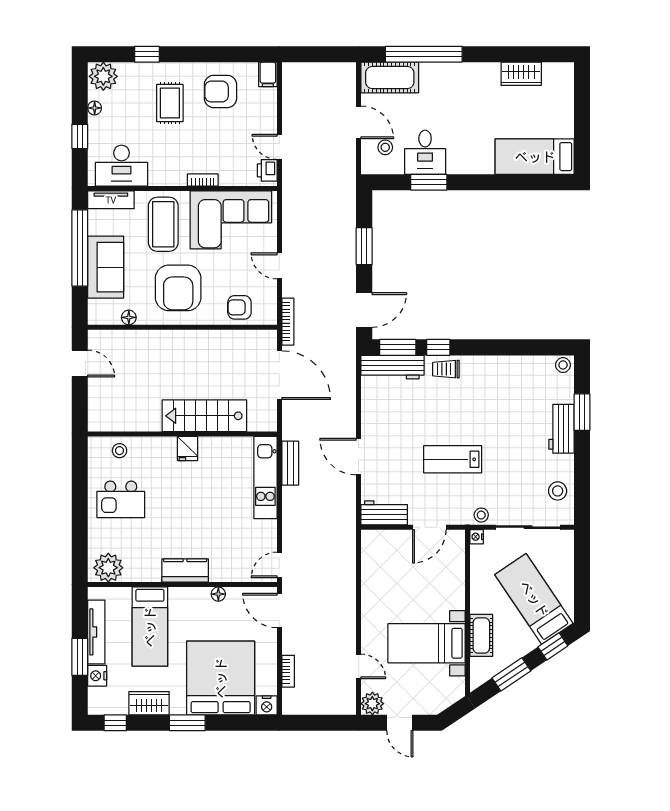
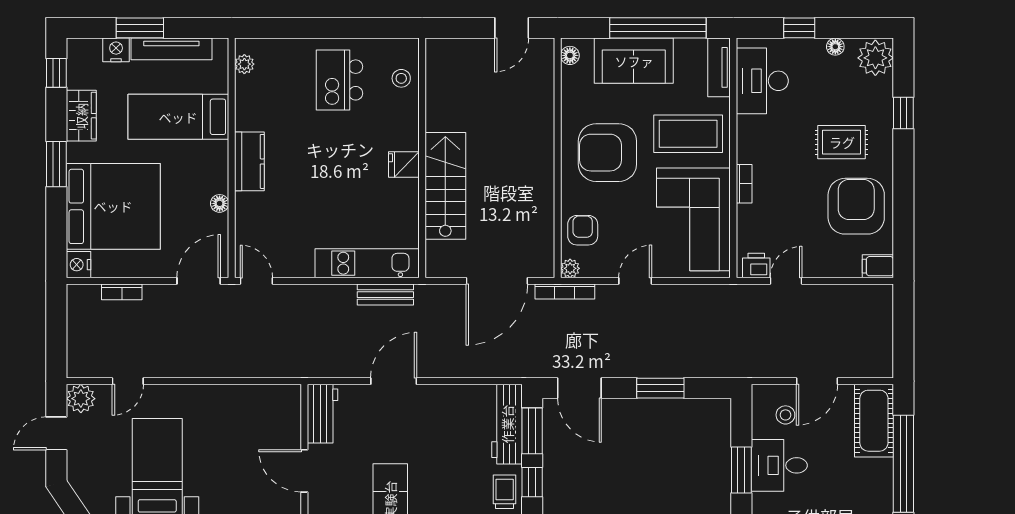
armchair: (220, 91) -> (856, 206), width x1.36, depth x1.36
floor lamp: (129, 317) -> (570, 55), moved
plant: (270, 317) -> (570, 268), added
plant: (108, 568) -> (244, 64), width x0.53, depth x0.53

